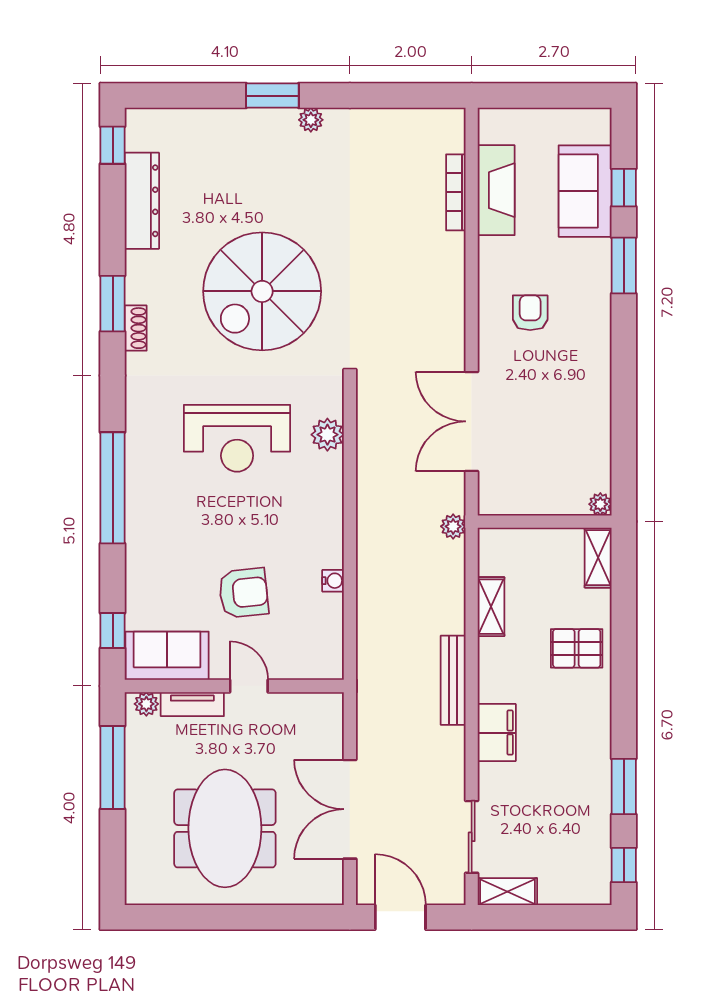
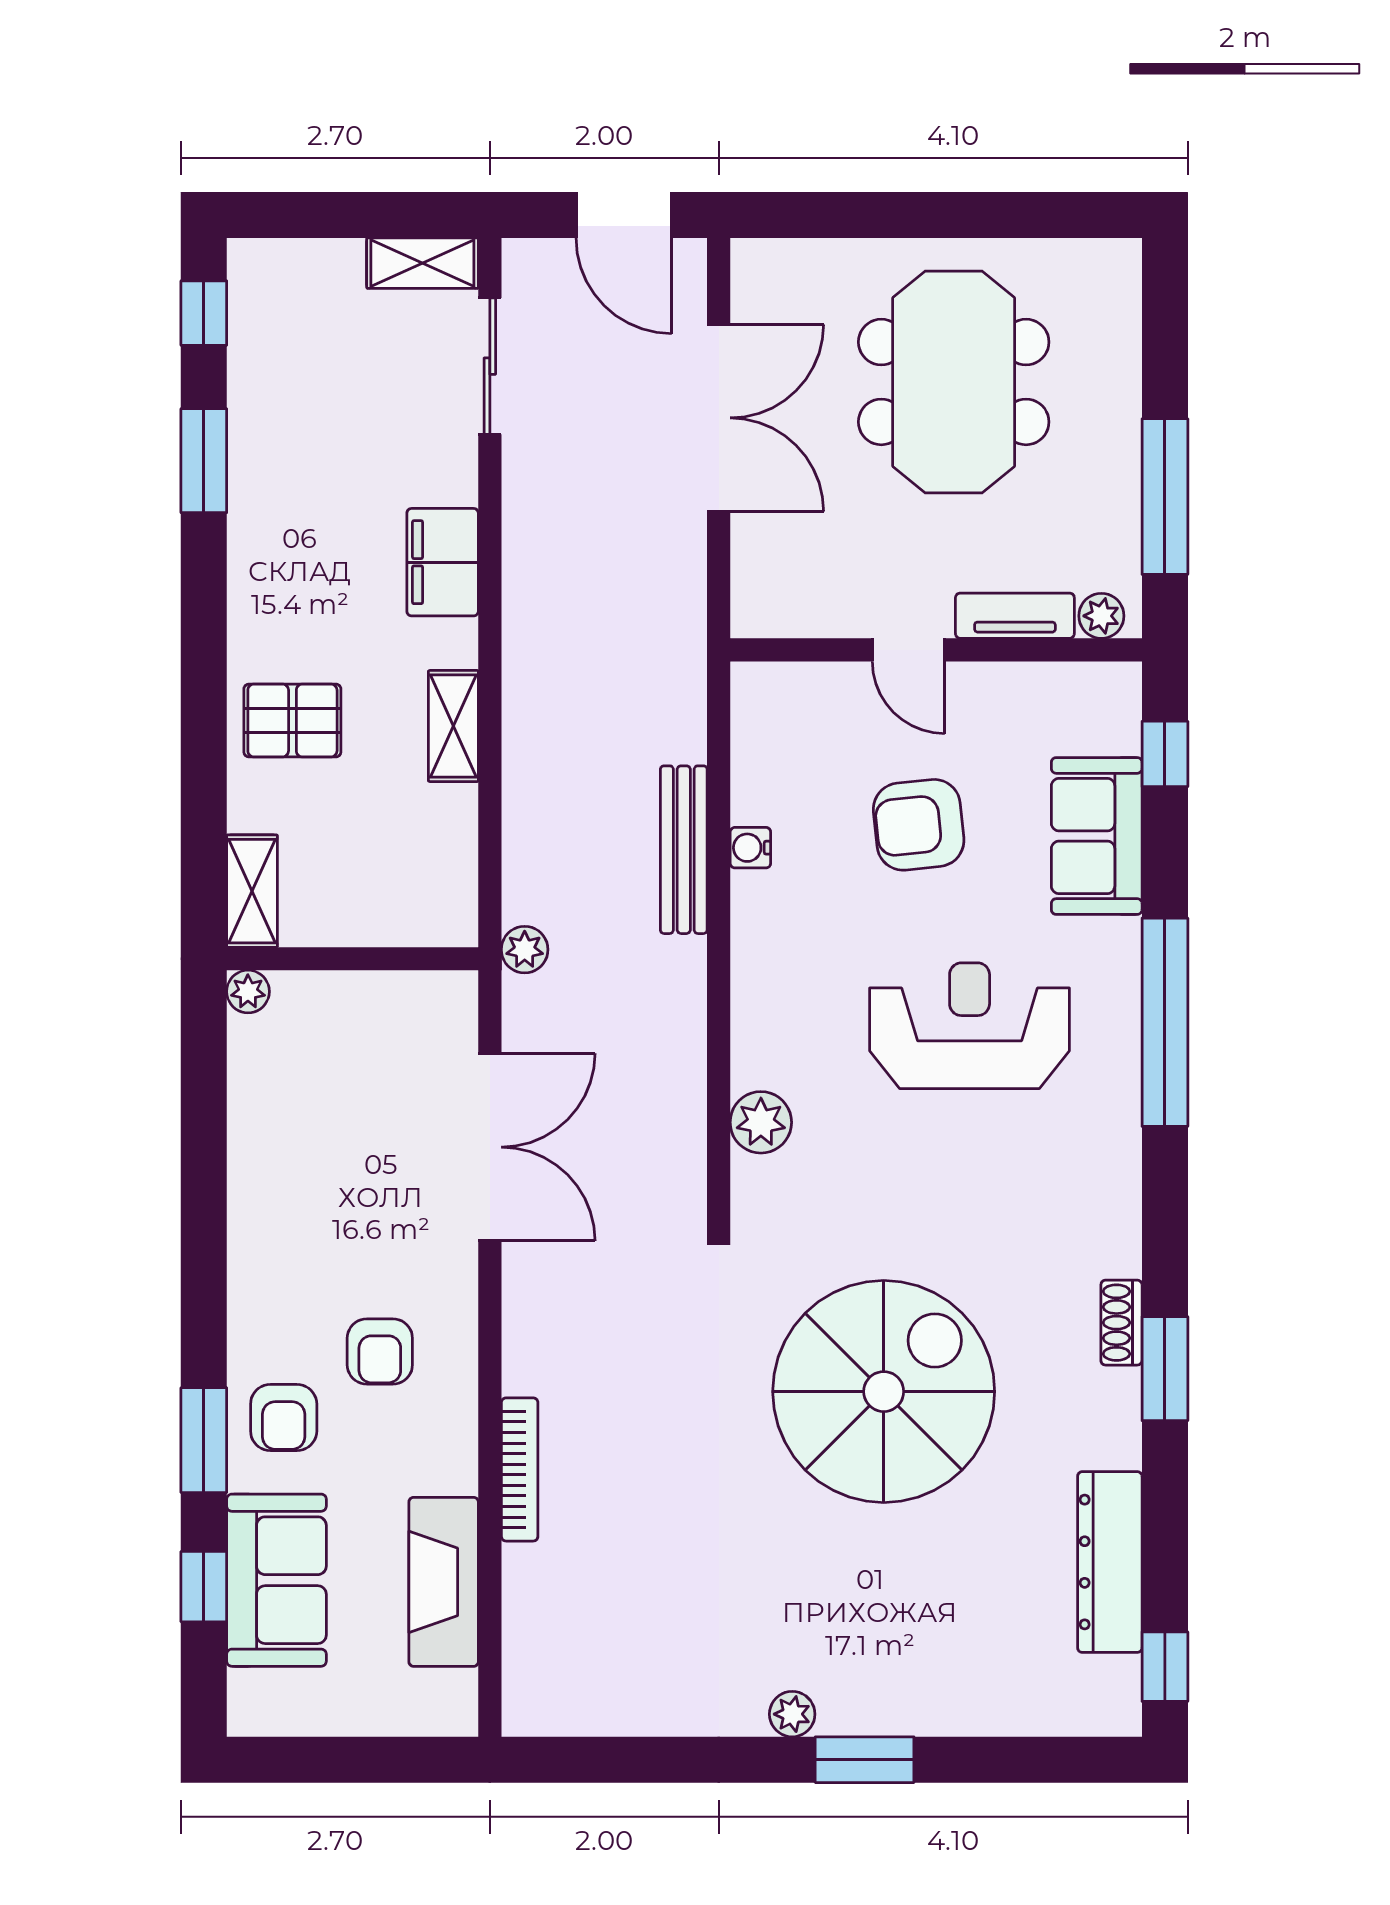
bookcase: (456, 192) -> (520, 1469), moved
armchair: (581, 278) -> (284, 1418), added
reception desk: (237, 438) -> (970, 1026), moved
shelving: (491, 607) -> (453, 726), moved
sofa: (167, 656) -> (1097, 836), moved, turned 90
bench: (453, 680) -> (684, 850), moved

